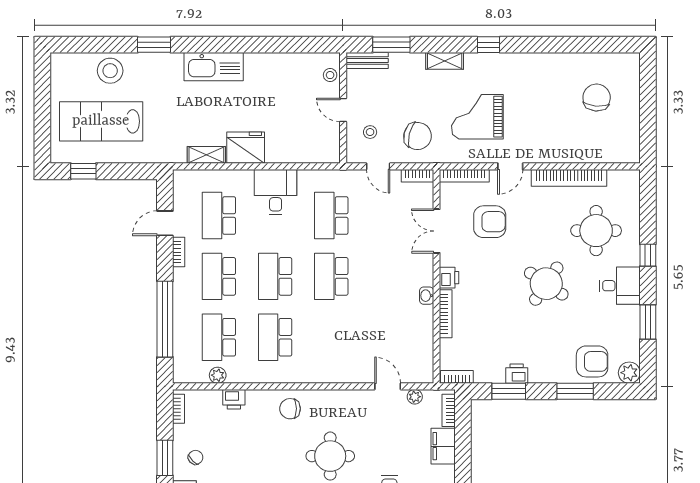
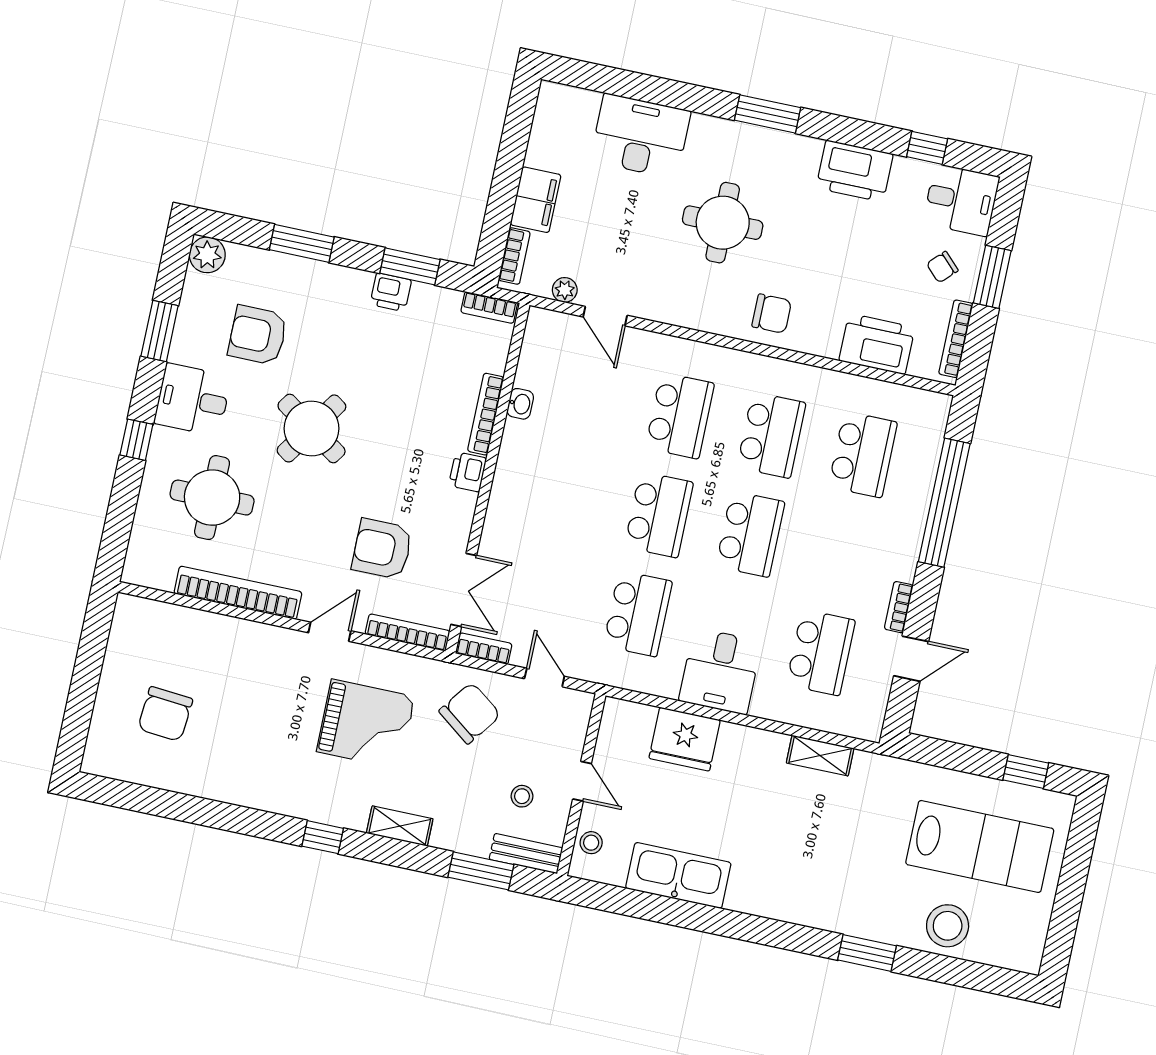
kitchen sink: (214, 67) -> (678, 875), moved
stool: (370, 132) -> (522, 796), moved
chair: (418, 136) -> (470, 713), turned 113
fridge: (246, 148) -> (685, 739), moved
double door: (437, 231) -> (464, 590), moved
school desk: (219, 276) -> (680, 416), moved
washbasin: (427, 296) -> (520, 404), moved
armchair: (592, 361) -> (258, 335), moved
plant: (218, 375) -> (878, 393), removed
printer: (234, 399) -> (877, 344), width x1.87, depth x1.48
bookcase: (179, 409) -> (956, 339), width x1.56

